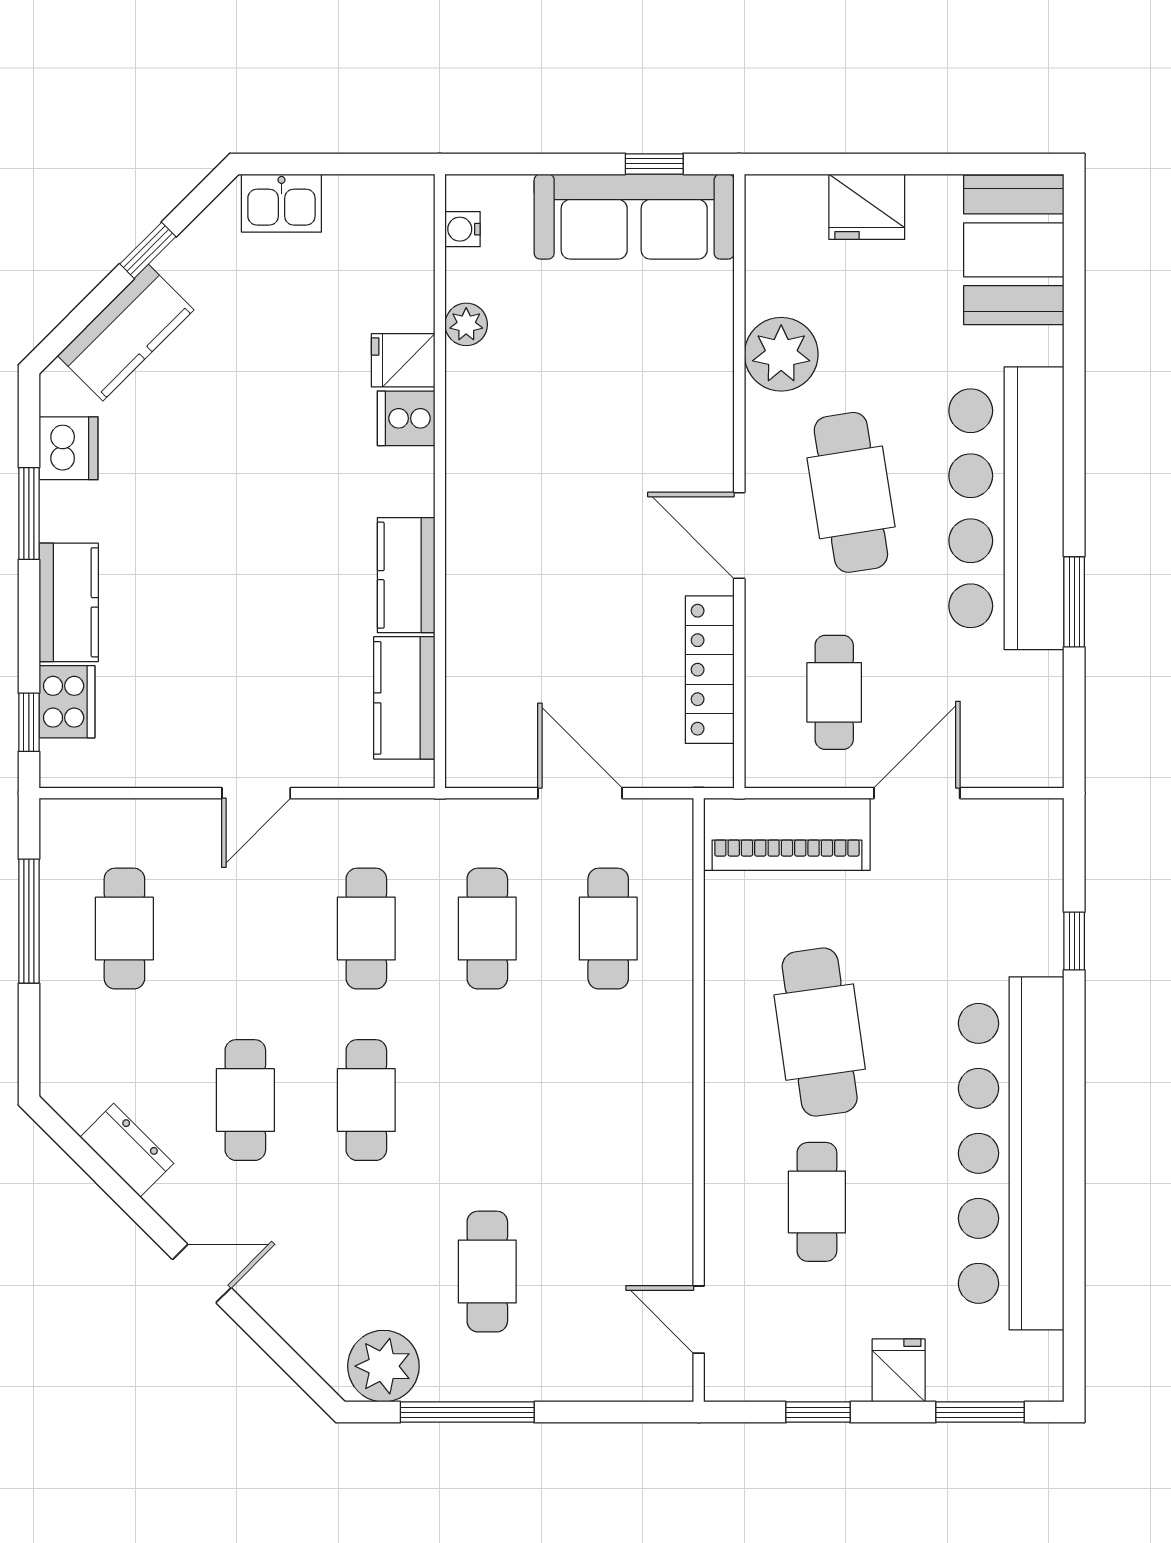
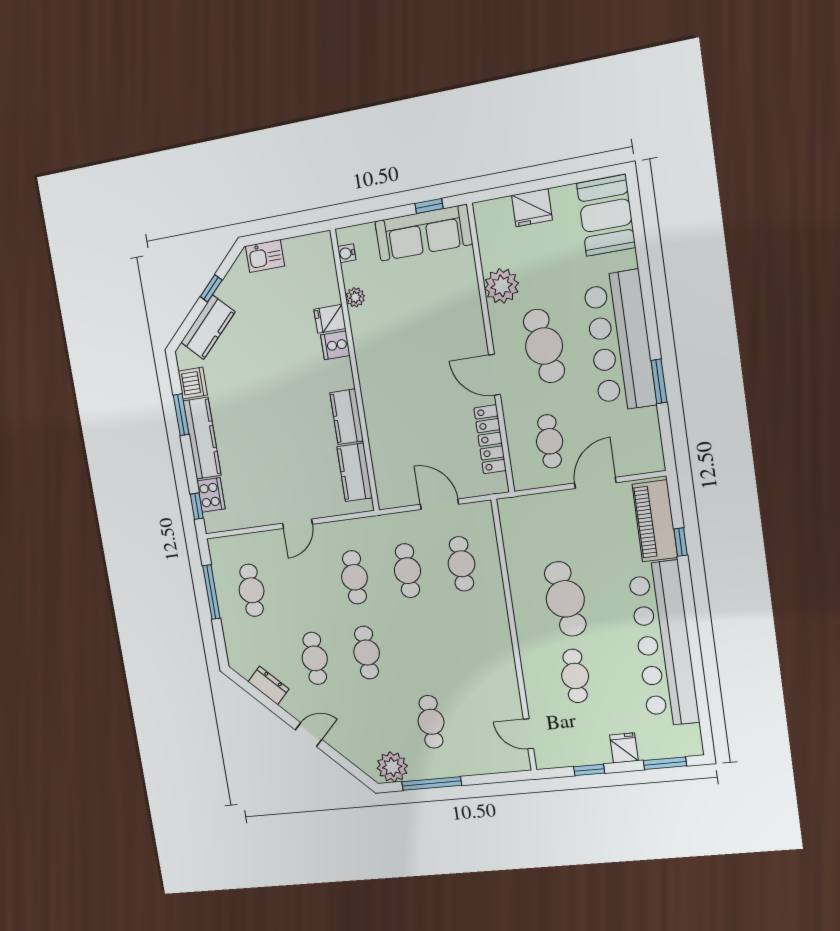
kitchen counter: (69, 602) -> (202, 438), width x1.50
piano: (787, 834) -> (655, 521), moved, turned 90

